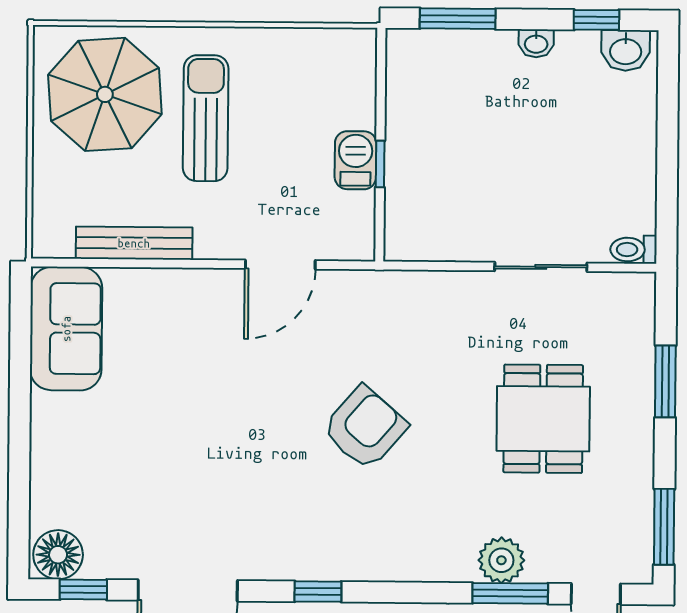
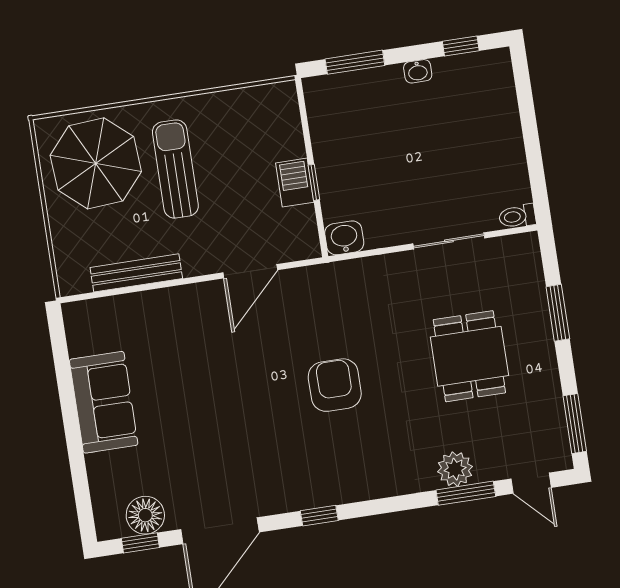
washbasin: (626, 50) -> (344, 238), moved, turned 180
sofa: (66, 329) -> (104, 402), moved
armchair: (365, 428) -> (335, 385), turned -41
floor lamp: (58, 555) -> (145, 515), moved

